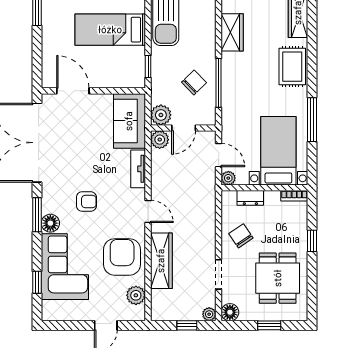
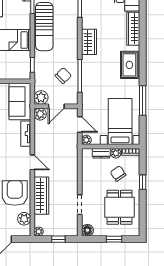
plant: (272, 198) -> (116, 153), added
chair: (241, 236) -> (118, 173), moved
plant: (209, 314) -> (39, 232), moved

